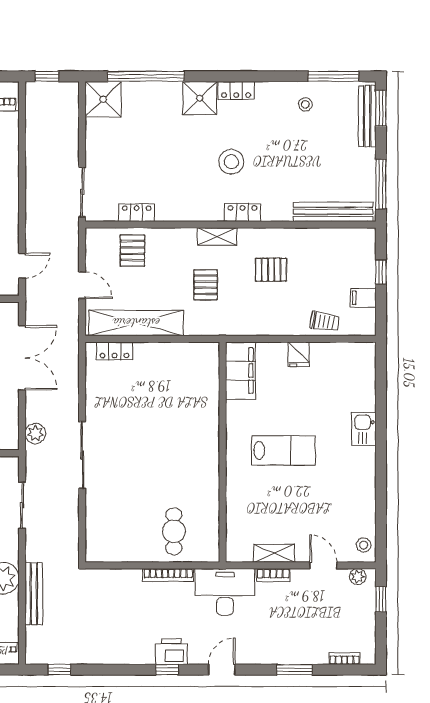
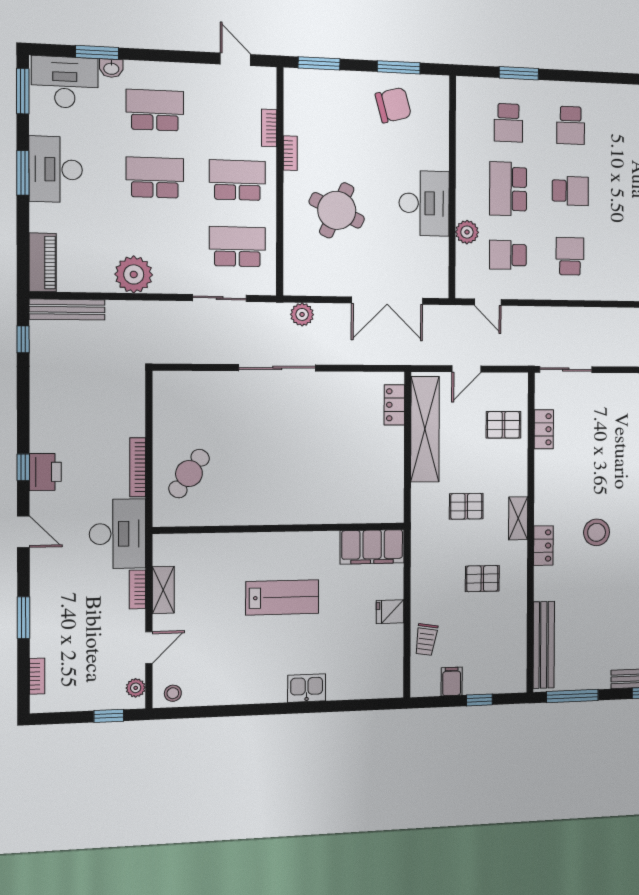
pallet: (271, 270) -> (482, 579), turned 90
lab bench: (283, 451) -> (282, 597), turned -90
cafe table: (174, 531) -> (189, 474), turned -55
bench: (34, 594) -> (67, 309), moved

